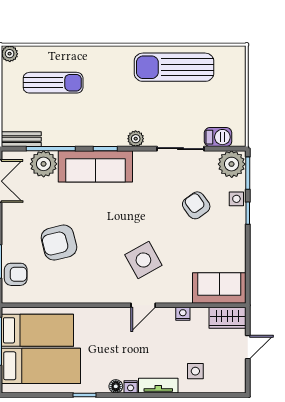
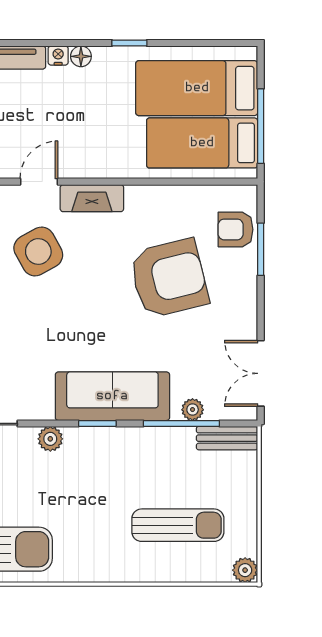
sun lounger: (53, 83) -> (178, 525), turned 180
plant: (44, 164) -> (193, 410), width x0.53, depth x0.53
armchair: (59, 243) -> (169, 278), width x1.36, depth x1.36
fireplace: (109, 295) -> (92, 198), added

